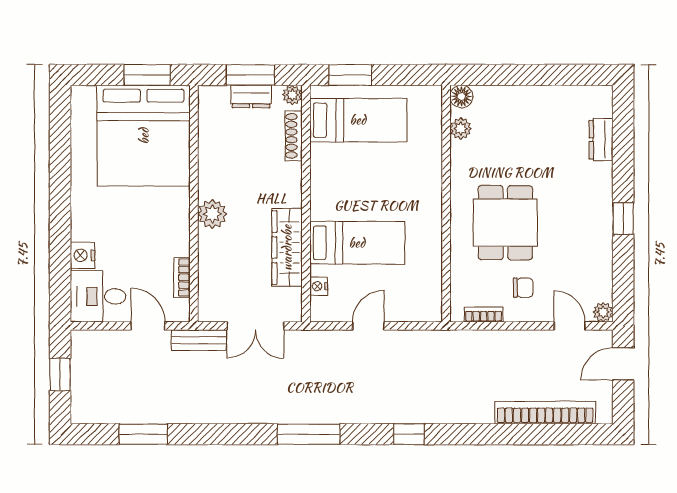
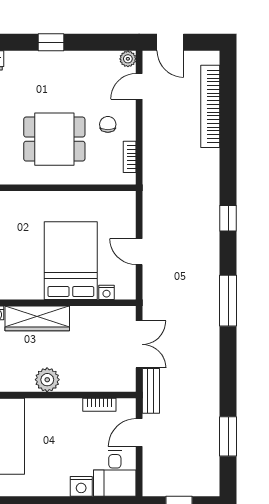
bed: (357, 243) -> (71, 261), width x1.50
wardrobe: (287, 248) -> (37, 318), moved

